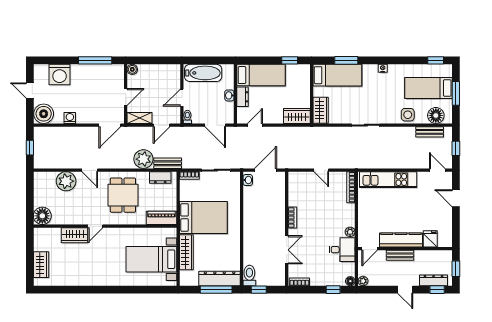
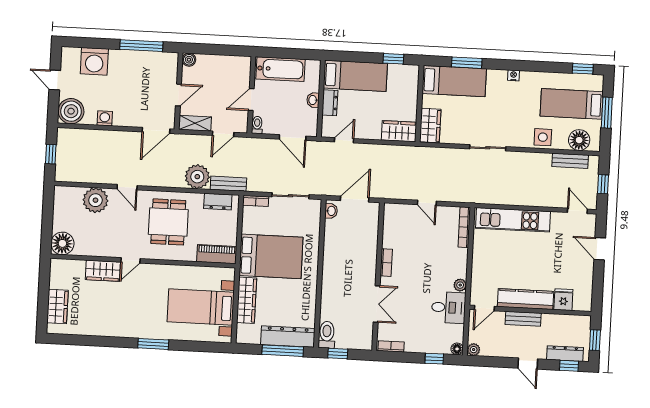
window: (116, 290) -> (153, 344), added

